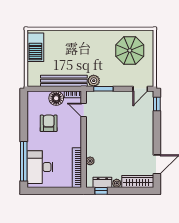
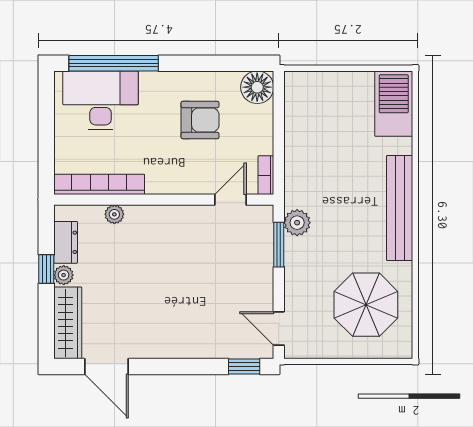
barbecue: (35, 47) -> (394, 104), moved, turned 90
bench: (64, 81) -> (400, 208), moved
floor lamp: (56, 98) -> (257, 87), moved
window: (101, 191) -> (46, 269), moved

